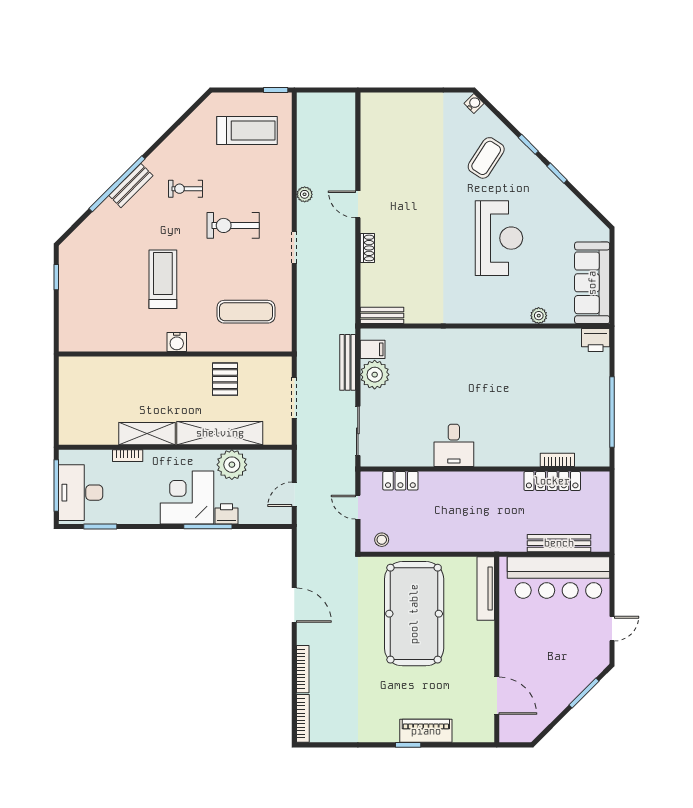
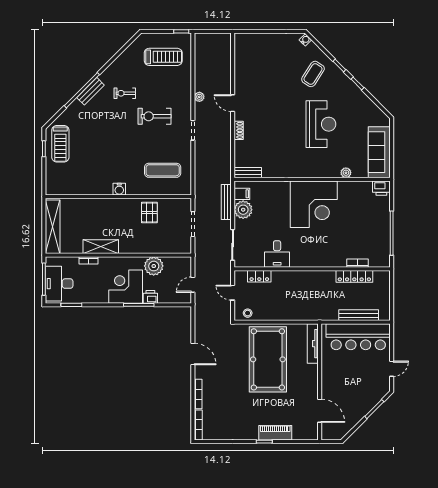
treadmill: (163, 279) -> (60, 144), moved, turned 180
corner desk: (487, 366) -> (314, 204), added
shelving: (220, 433) -> (53, 227), moved, turned 90
desk: (454, 445) -> (277, 254), moved

